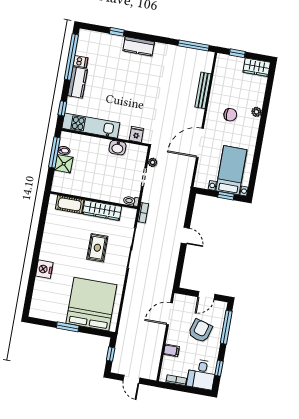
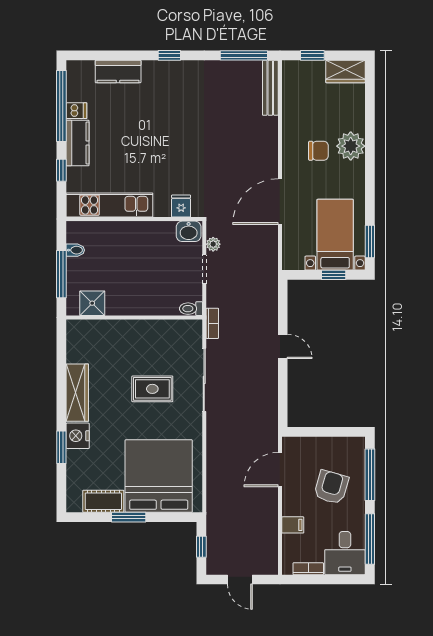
window: (117, 32) -> (169, 55), moved
kitchen counter: (139, 46) -> (118, 72), moved
bench: (203, 90) -> (270, 88), moved
window: (62, 108) -> (61, 170), moved
plant: (256, 112) -> (351, 146), width x1.87, depth x1.87
washbasin: (118, 148) -> (189, 231), moved
window: (54, 152) -> (61, 274), moved
shower: (64, 164) -> (92, 303), moved
window: (253, 178) -> (370, 242), added
cot: (70, 204) -> (103, 501), moved
wardrobe: (102, 210) -> (77, 393), moved, turned -90
rug: (97, 248) -> (152, 389), turned 90
window: (33, 275) -> (61, 447), added
door: (206, 296) -> (331, 432), removed
window: (219, 368) -> (370, 539), width x2.17

